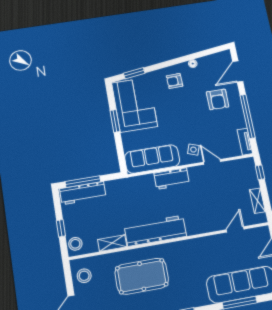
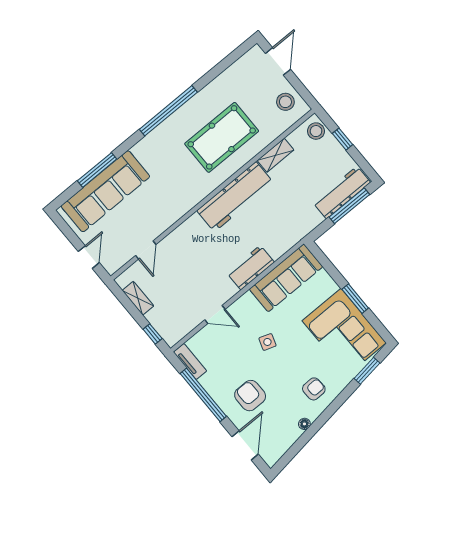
side table: (193, 150) -> (267, 342), moved

